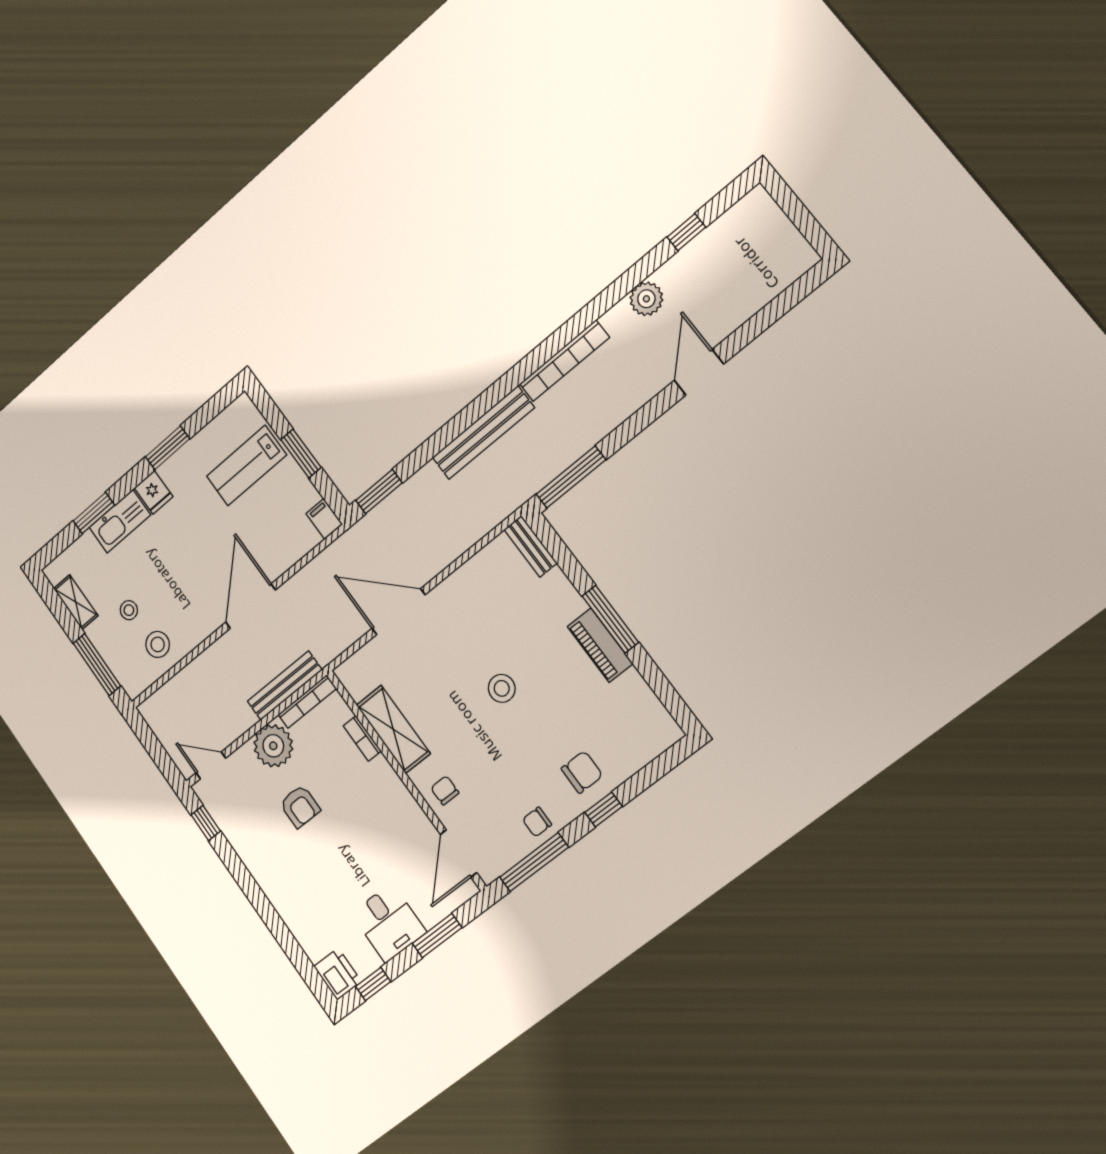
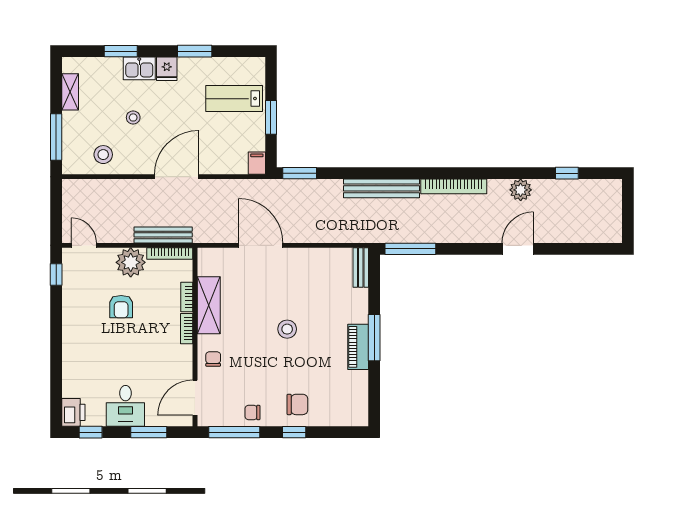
kitchen sink: (120, 521) -> (139, 68), width x0.73
stool: (129, 610) -> (133, 117), moved
bookcase: (389, 777) -> (187, 329), added

